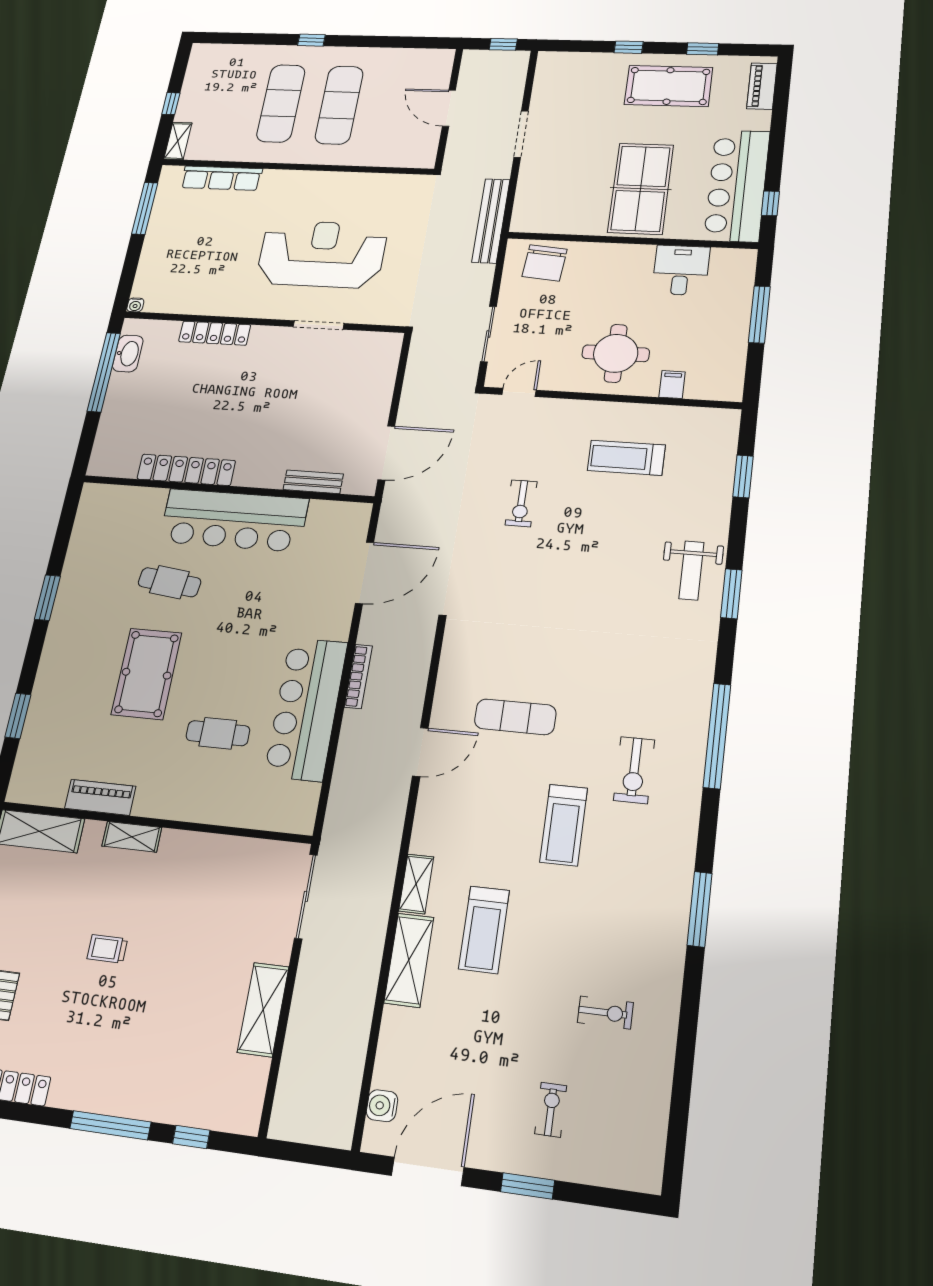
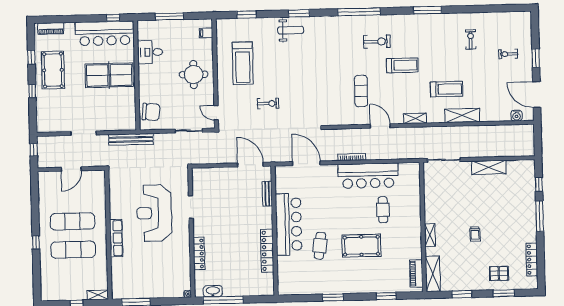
row of seats: (221, 178) -> (116, 238), moved
filing cabinet: (672, 385) -> (206, 33), moved
treadmill: (626, 458) -> (243, 63), width x1.37, depth x1.38
piano: (100, 797) -> (416, 273), moved
shelving: (416, 884) -> (415, 118), moved

